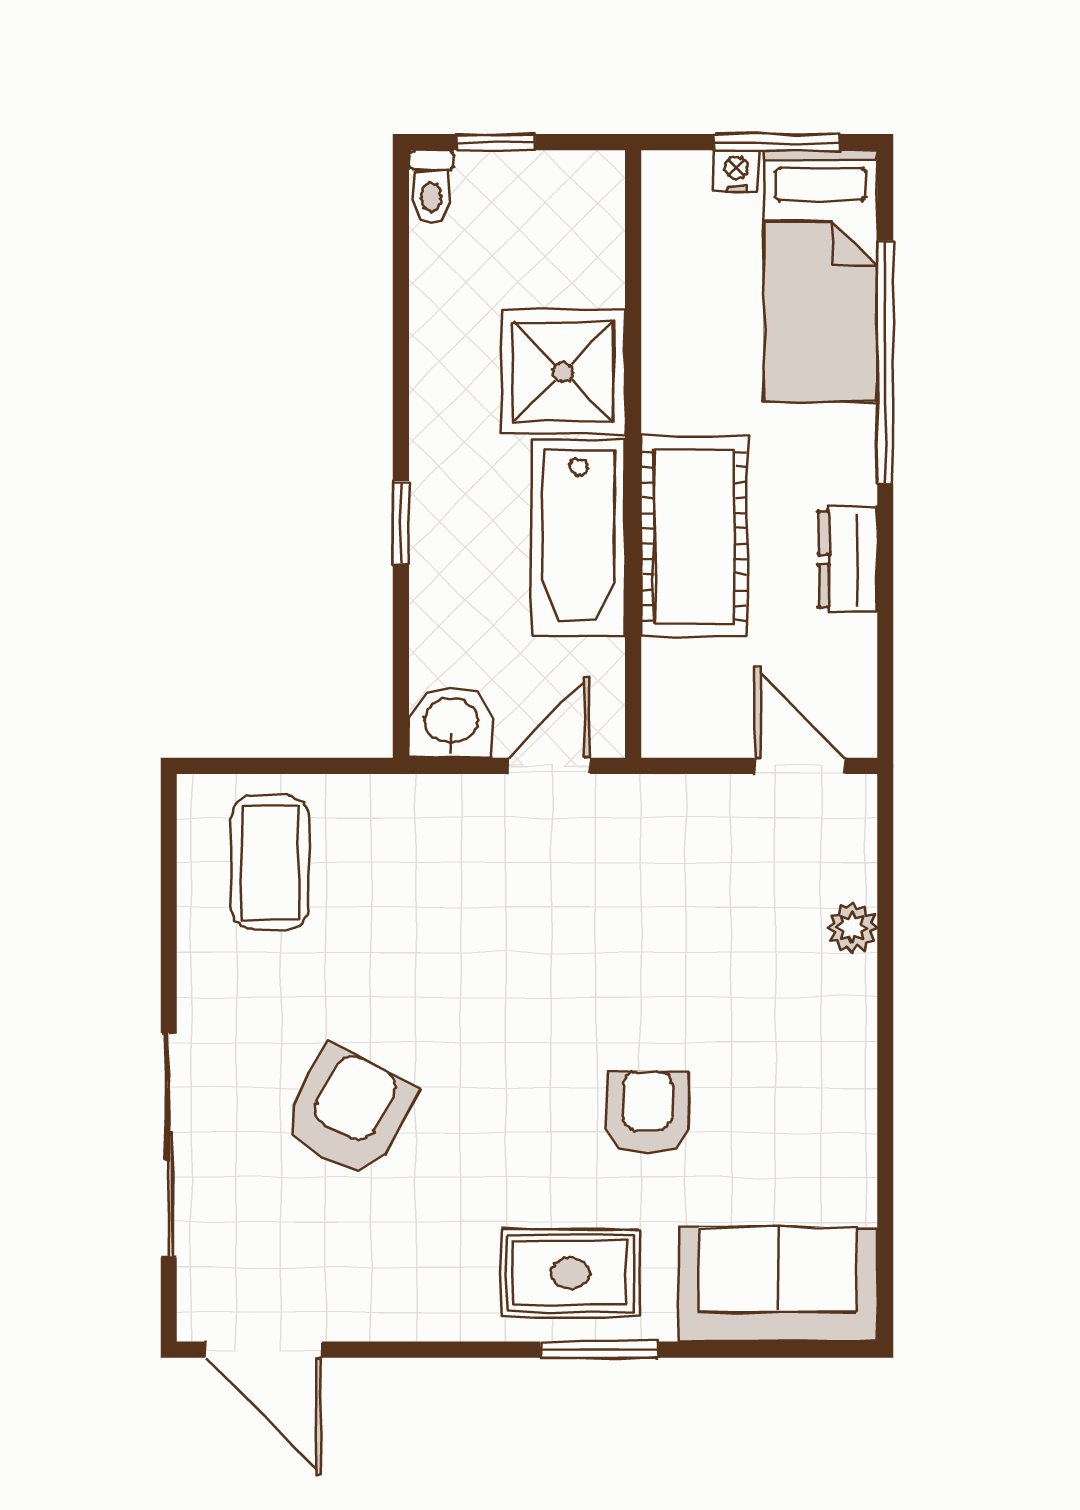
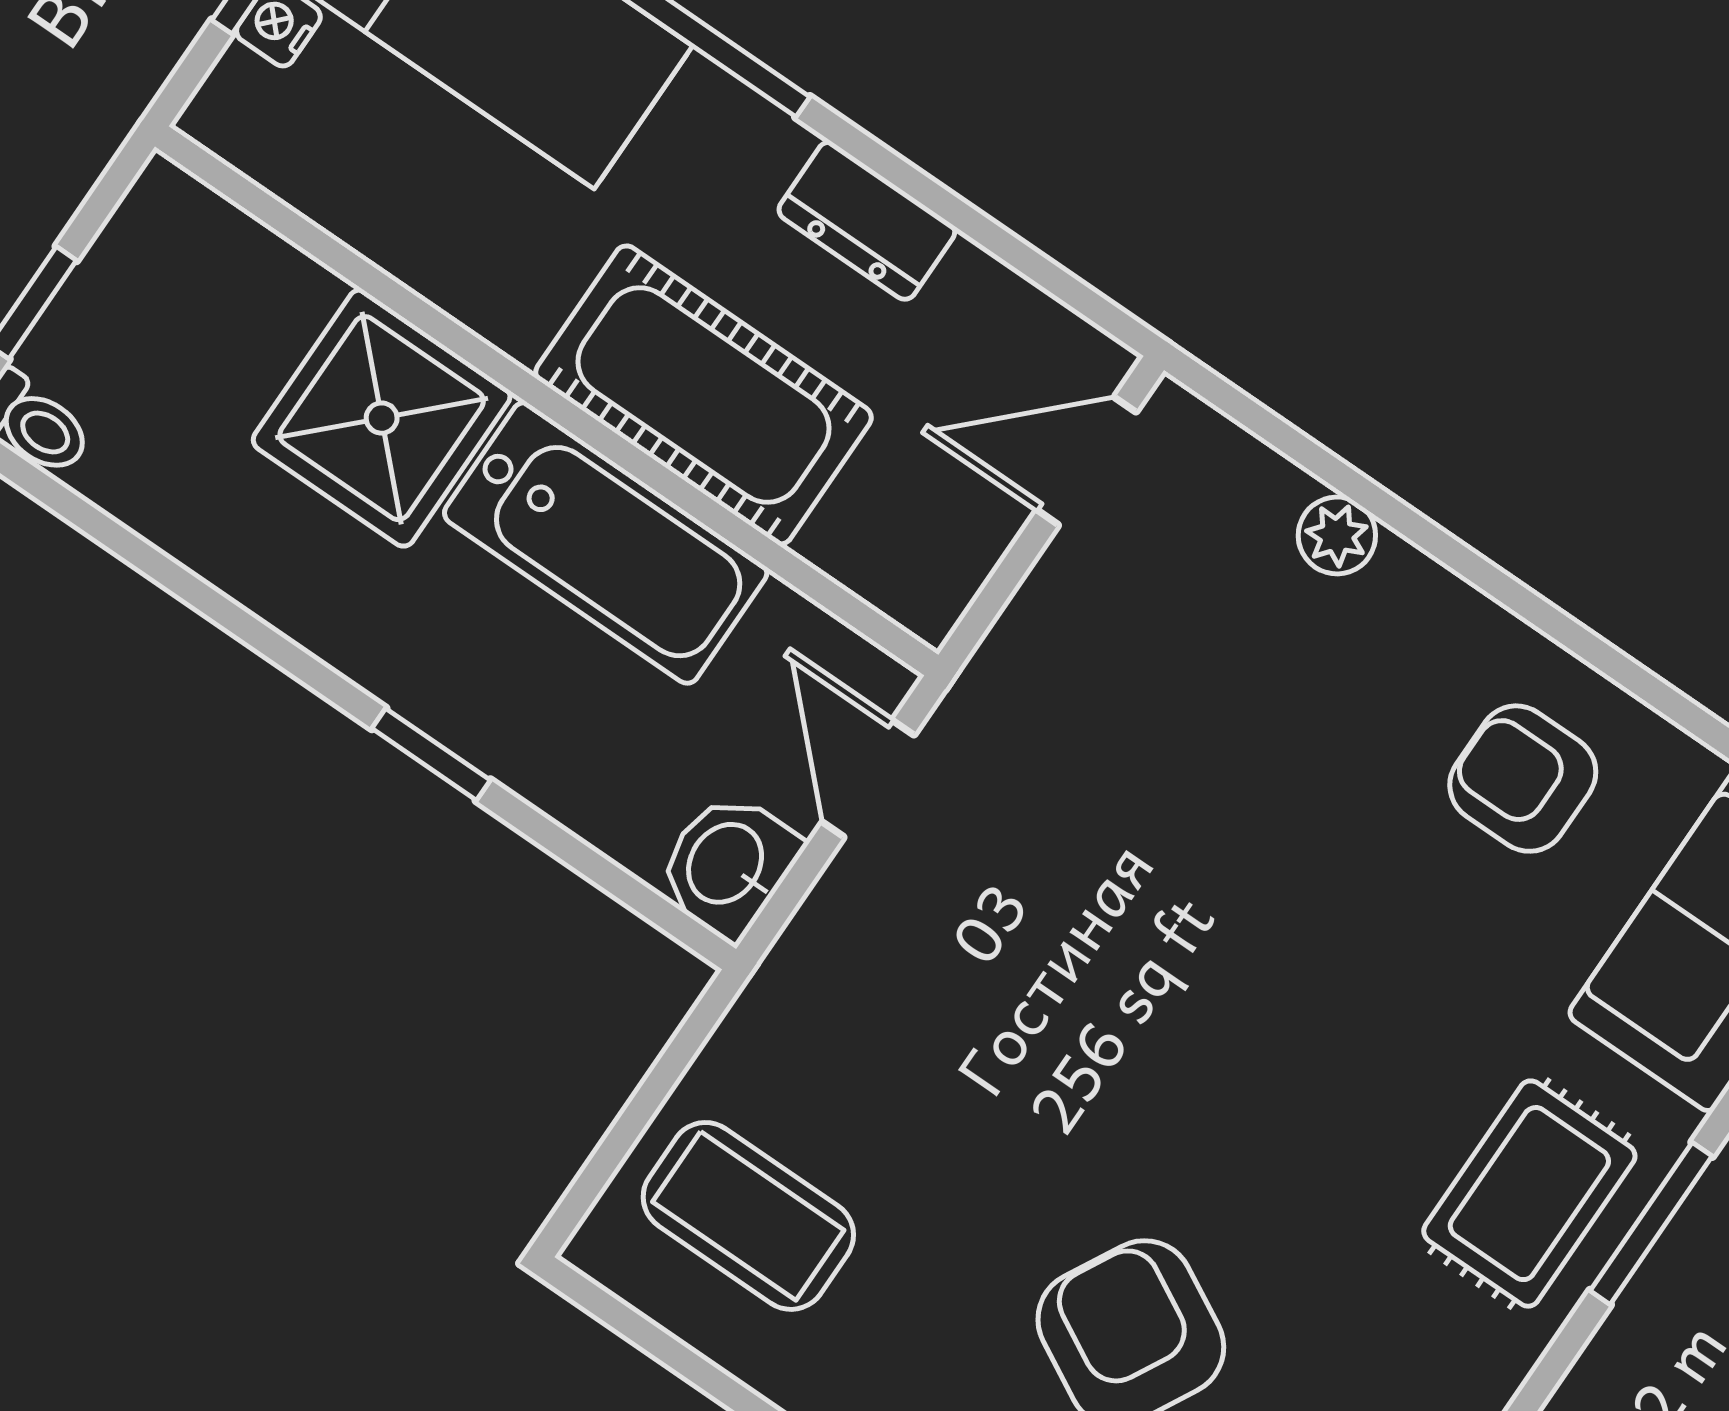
armchair: (648, 1112) -> (1523, 779), moved

